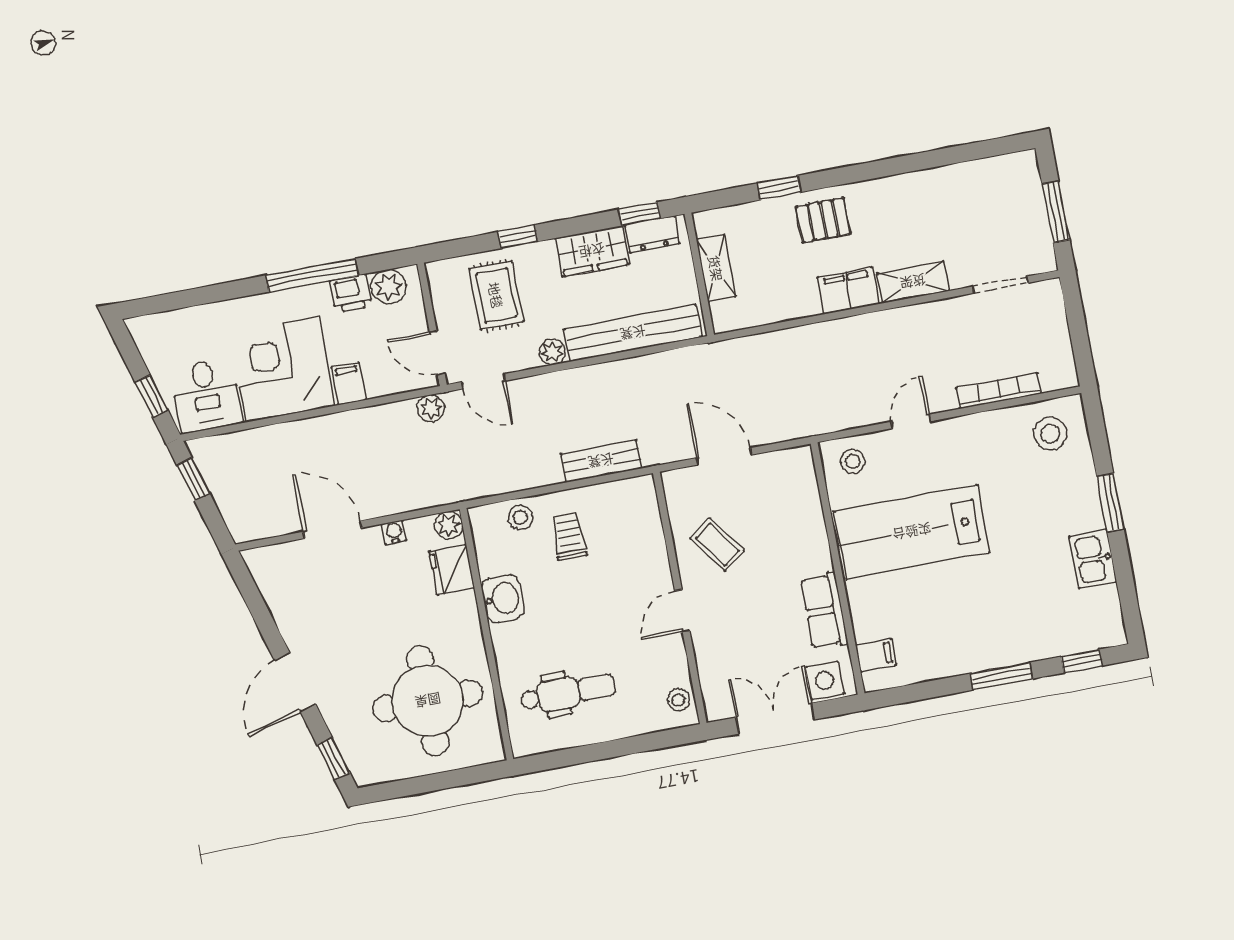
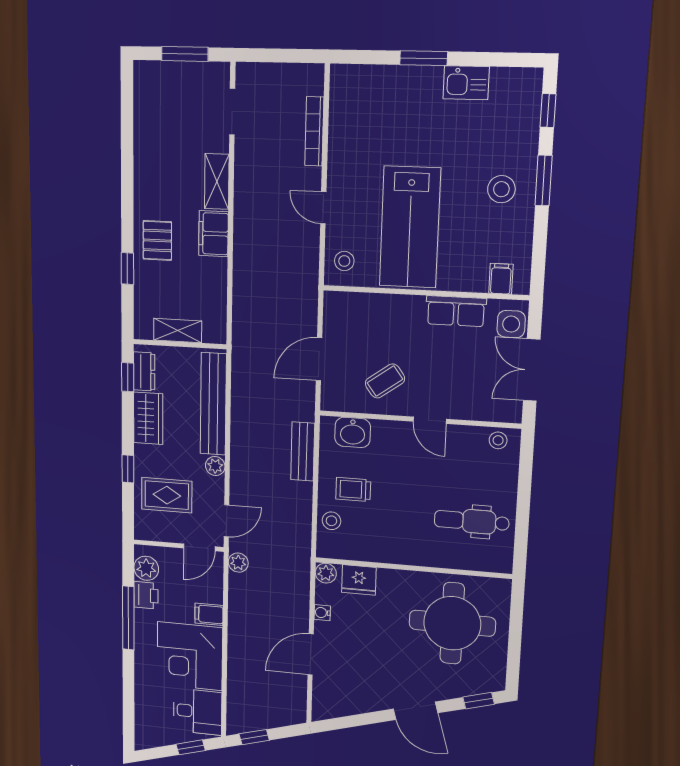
stool: (1050, 434) -> (501, 189), moved
washbasin: (503, 599) -> (353, 432), moved, turned 180
dental chair: (568, 693) -> (472, 521), turned -90

